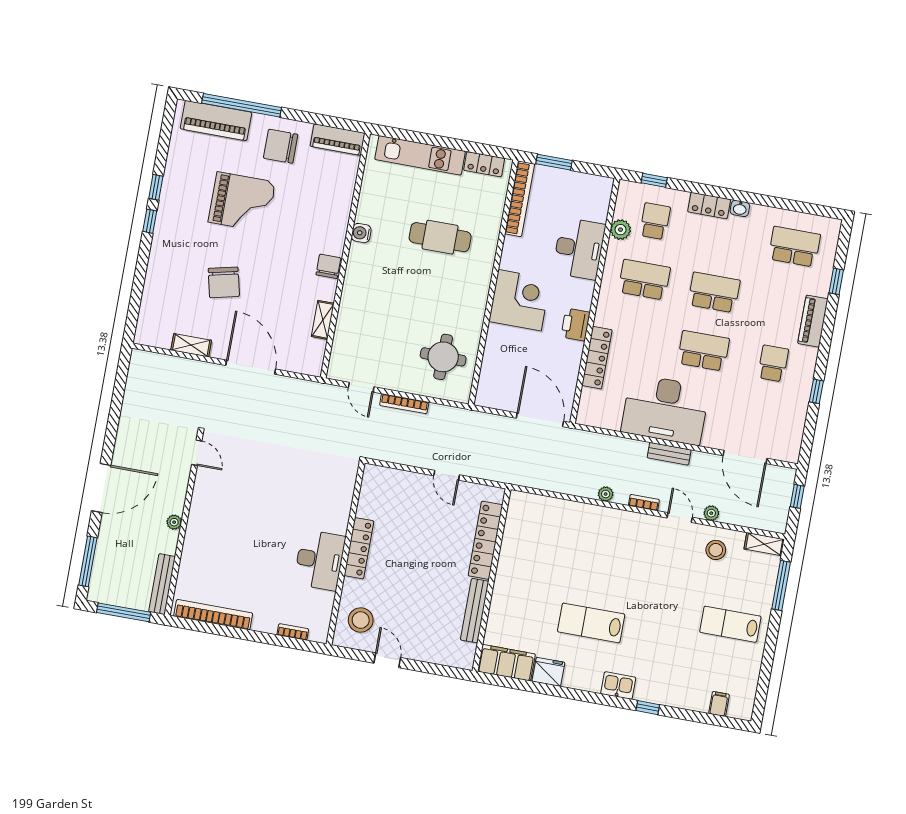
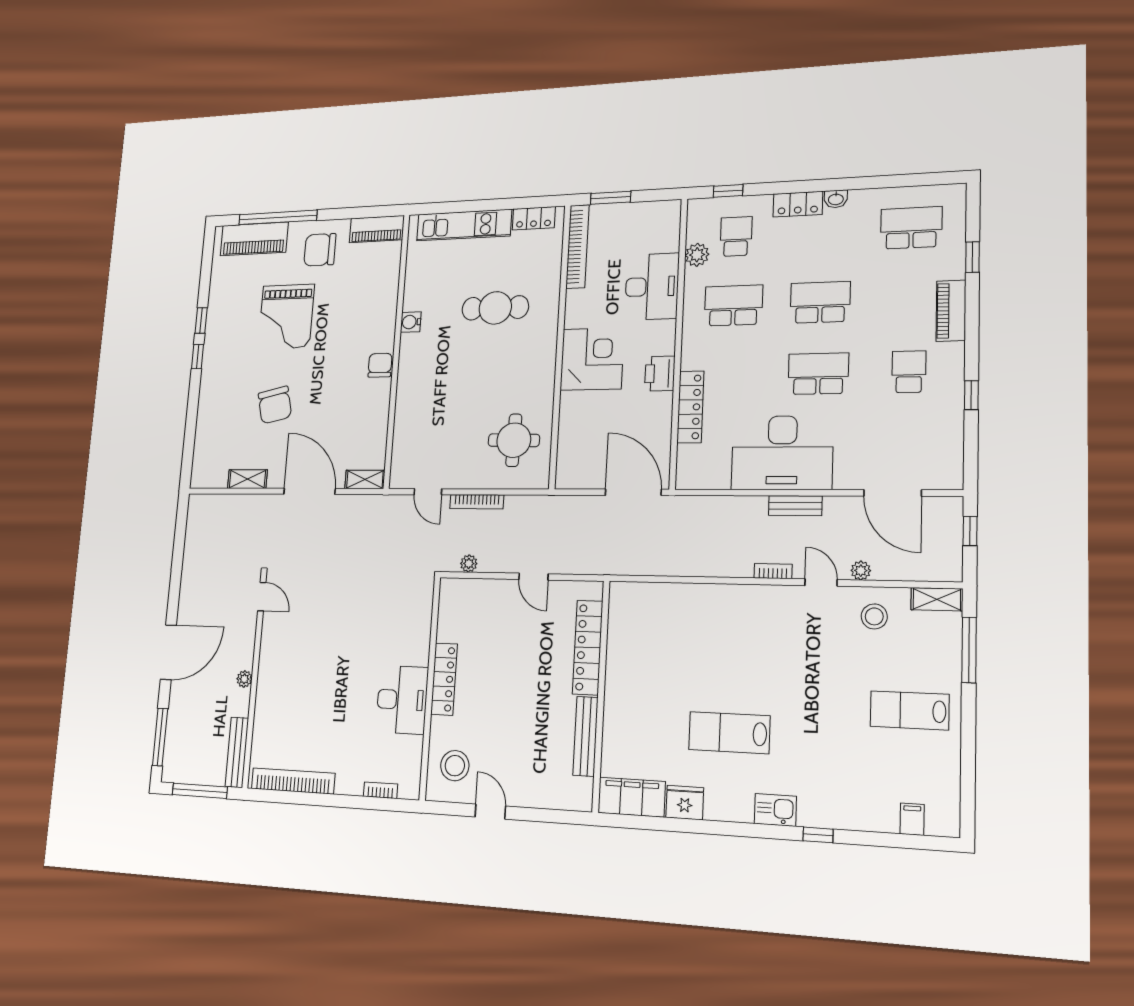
grand piano: (242, 202) -> (286, 317), turned 90
shelving: (323, 320) -> (365, 479), moved, turned 90
plant: (606, 494) -> (469, 563), moved

